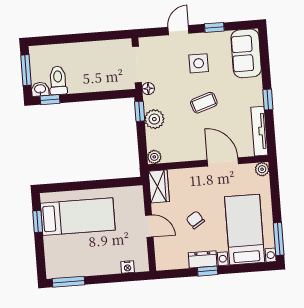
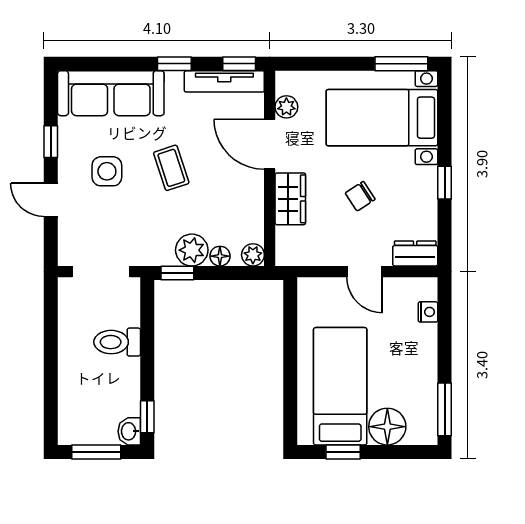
sofa: (246, 53) -> (111, 93), width x1.36
toilet: (58, 80) -> (117, 342), moved
floor lamp: (148, 89) -> (220, 256), moved
window: (271, 139) -> (239, 64), added
door: (223, 162) -> (270, 144), hinge flipped
plant: (262, 169) -> (286, 107), moved
wardrobe: (159, 186) -> (290, 199), moved, turned 90
door: (149, 226) -> (364, 272), swing flipped
floor lamp: (55, 247) -> (387, 427), added
dresser: (203, 259) -> (415, 253), moved, turned 90

